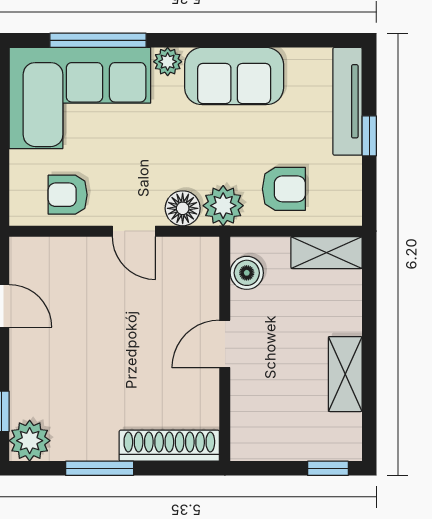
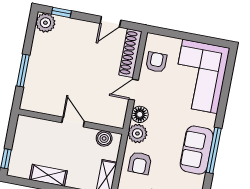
window: (98, 40) -> (214, 150), moved
plant: (168, 62) -> (209, 120), removed
shoe rack: (169, 446) -> (130, 53), moved, turned 180
window: (100, 468) -> (23, 70), moved

